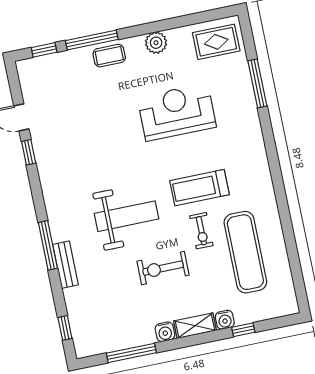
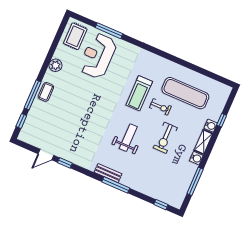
reception desk: (177, 112) -> (98, 56), moved
weight bench: (127, 216) -> (128, 138), width x0.73, depth x0.75
bench: (65, 265) -> (108, 173), moved

